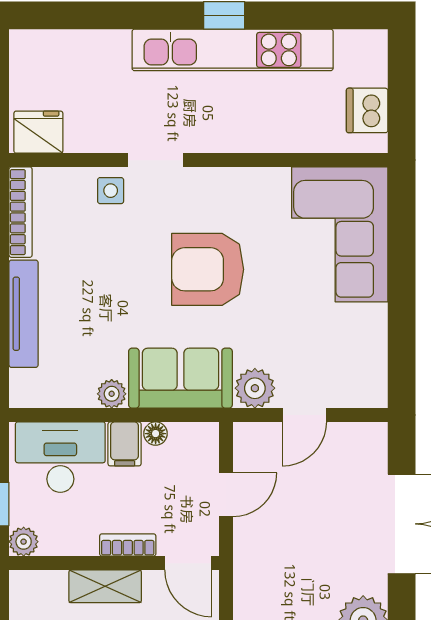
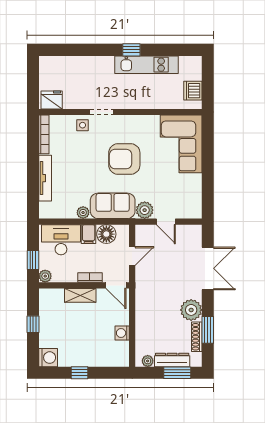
kitchen unit: (233, 50) -> (147, 65), width x0.73
door: (304, 415) -> (166, 222), hinge flipped
floor lamp: (156, 434) -> (106, 234), width x1.89, depth x1.89

